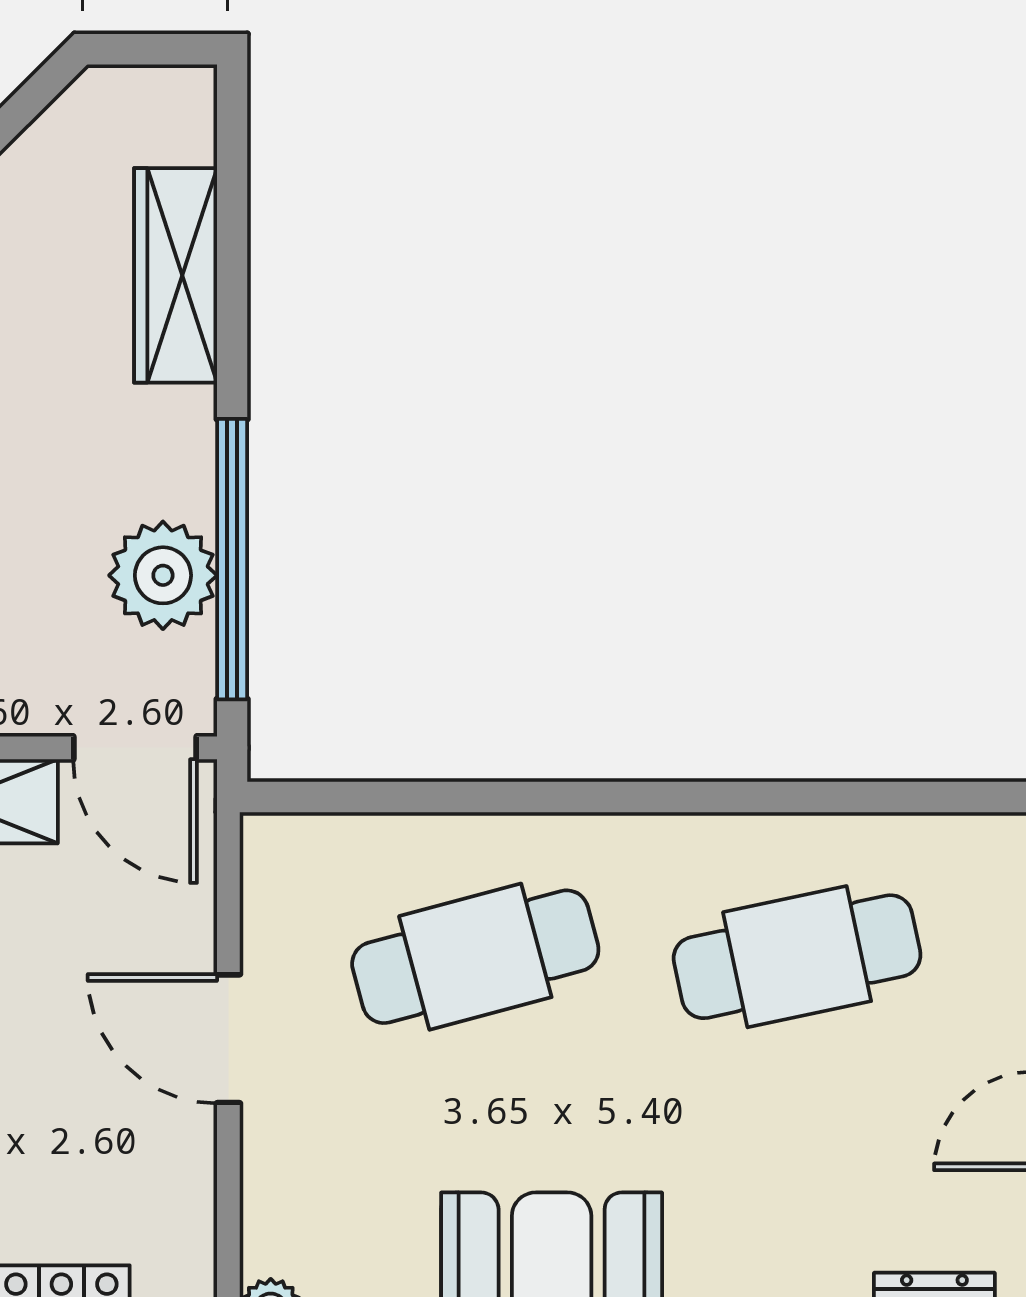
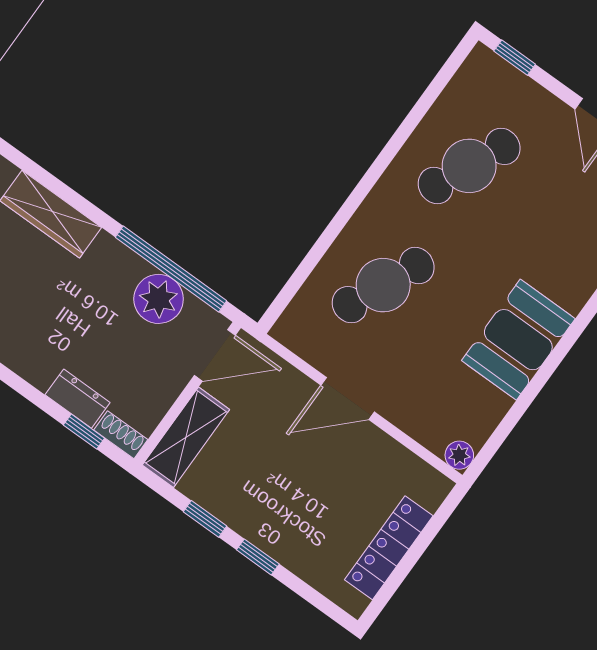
cafe table: (475, 957) -> (383, 285), turned 39
cafe table: (797, 957) -> (469, 166), turned 36

